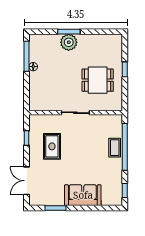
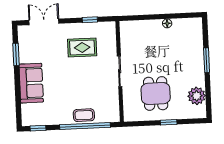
plant: (69, 42) -> (197, 96), moved
window: (27, 56) -> (178, 16), removed

